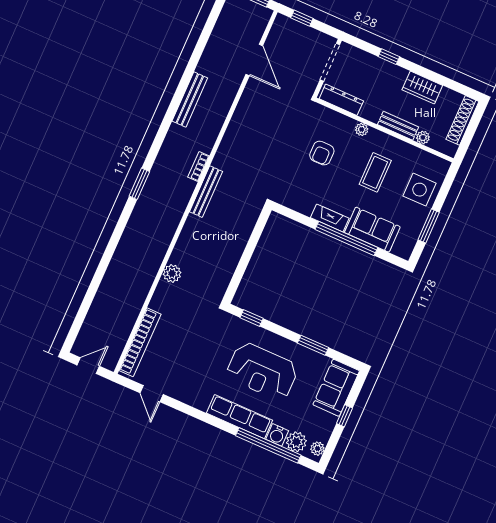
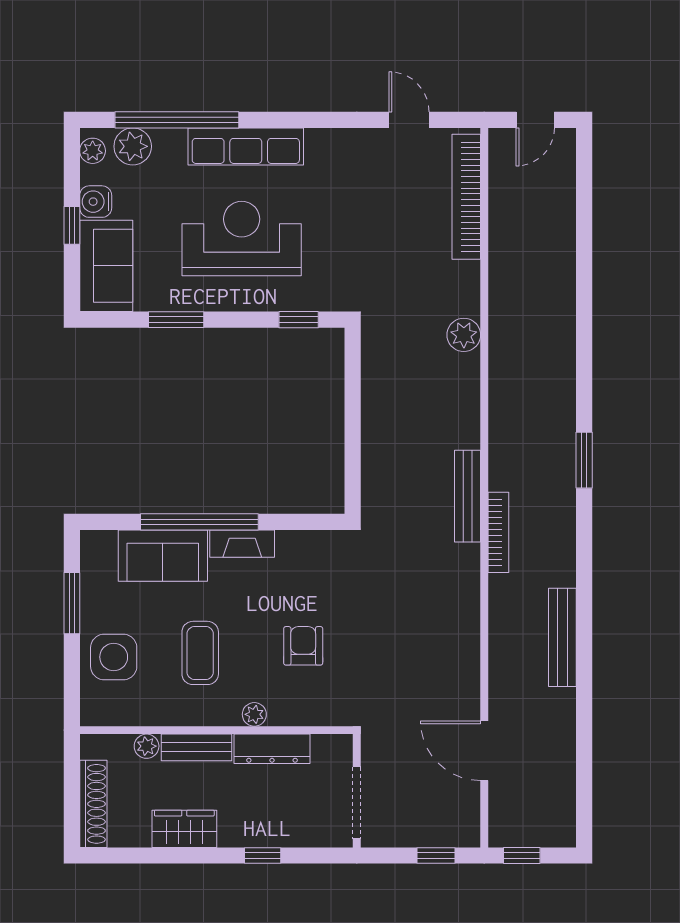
dresser: (341, 100) -> (272, 749), moved
bookcase: (199, 166) -> (498, 532), width x1.56
water cooler: (277, 435) -> (96, 202), moved, turned -90

